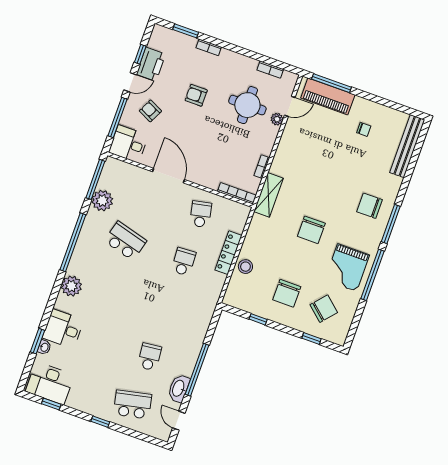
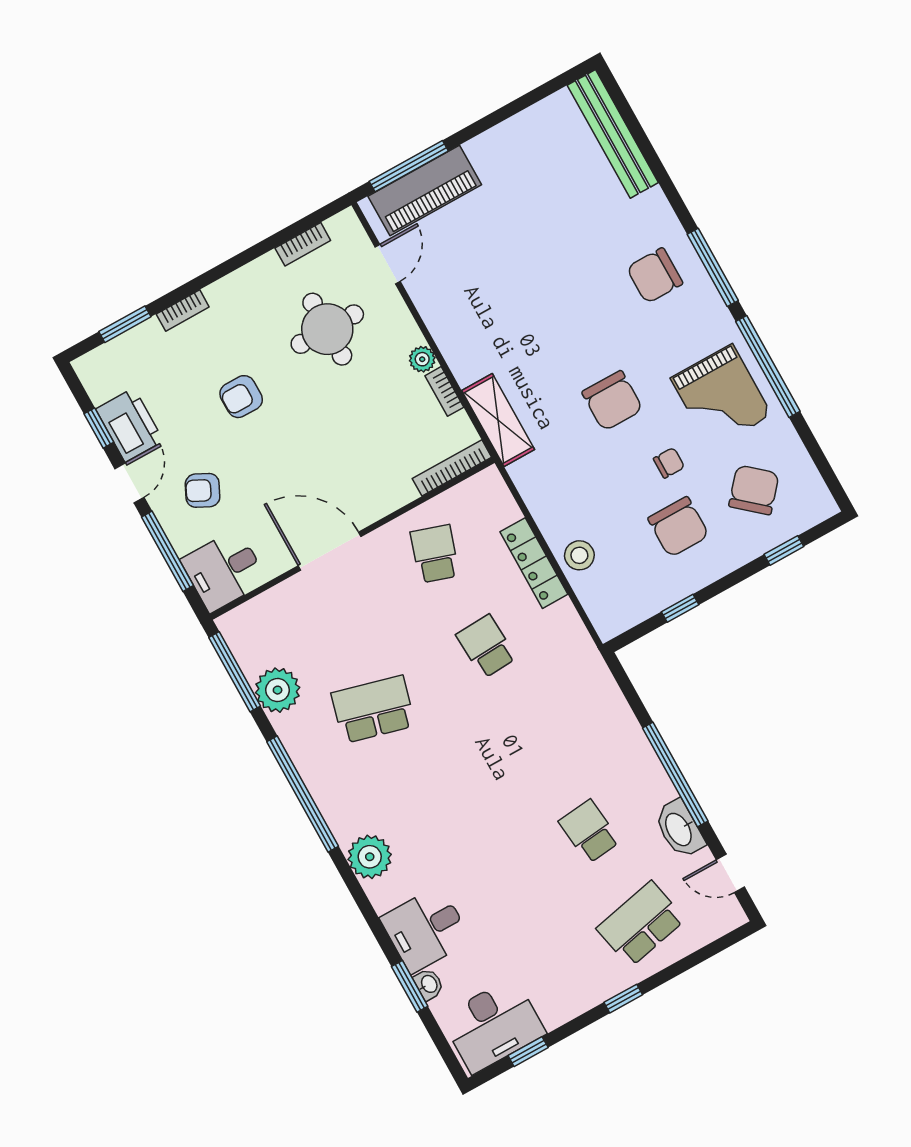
plant: (277, 119) -> (422, 359), moved
chair: (364, 129) -> (669, 463), moved
school desk: (201, 214) -> (435, 554), turned 30

